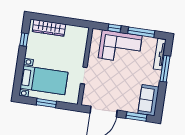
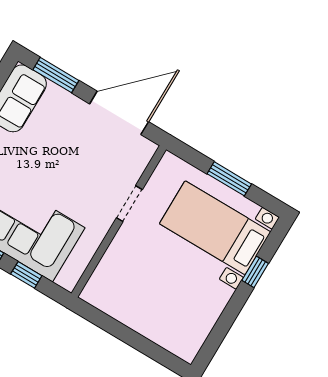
wardrobe: (49, 28) -> (160, 331), removed
window: (24, 40) -> (255, 272), moved

